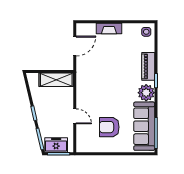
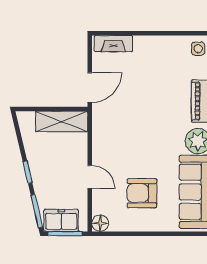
fireplace: (109, 28) -> (113, 44), moved
door: (75, 46) -> (90, 88), moved
floor lamp: (82, 147) -> (100, 223), added

